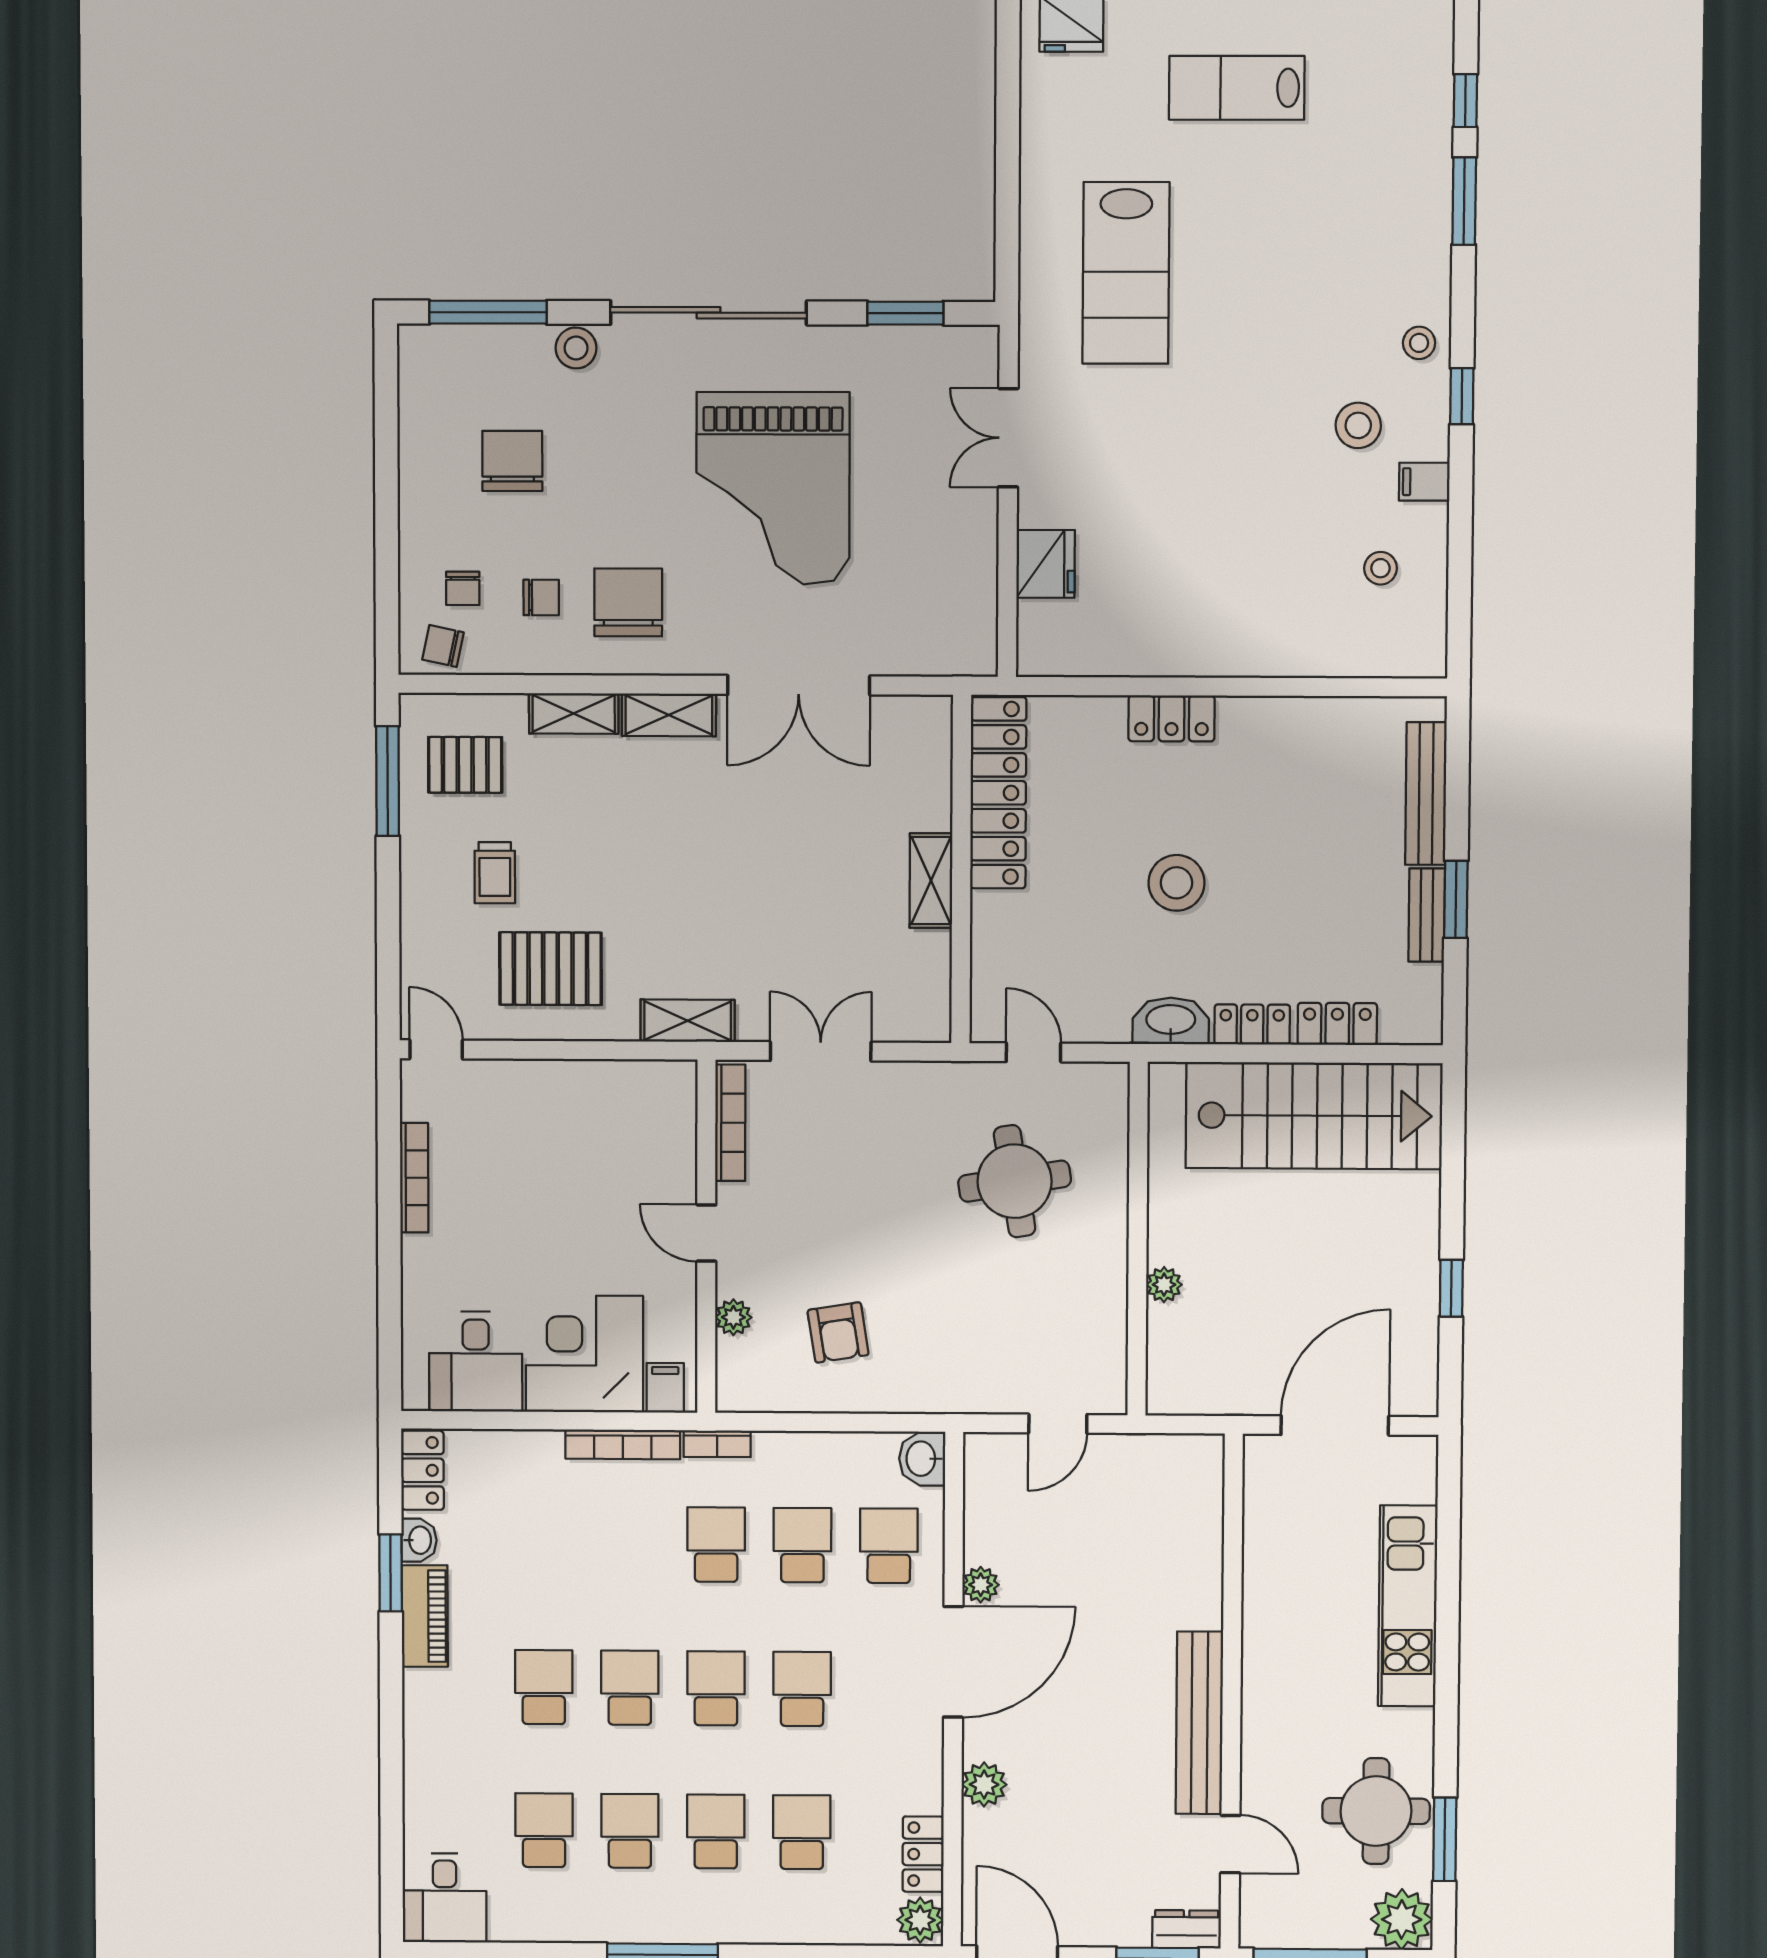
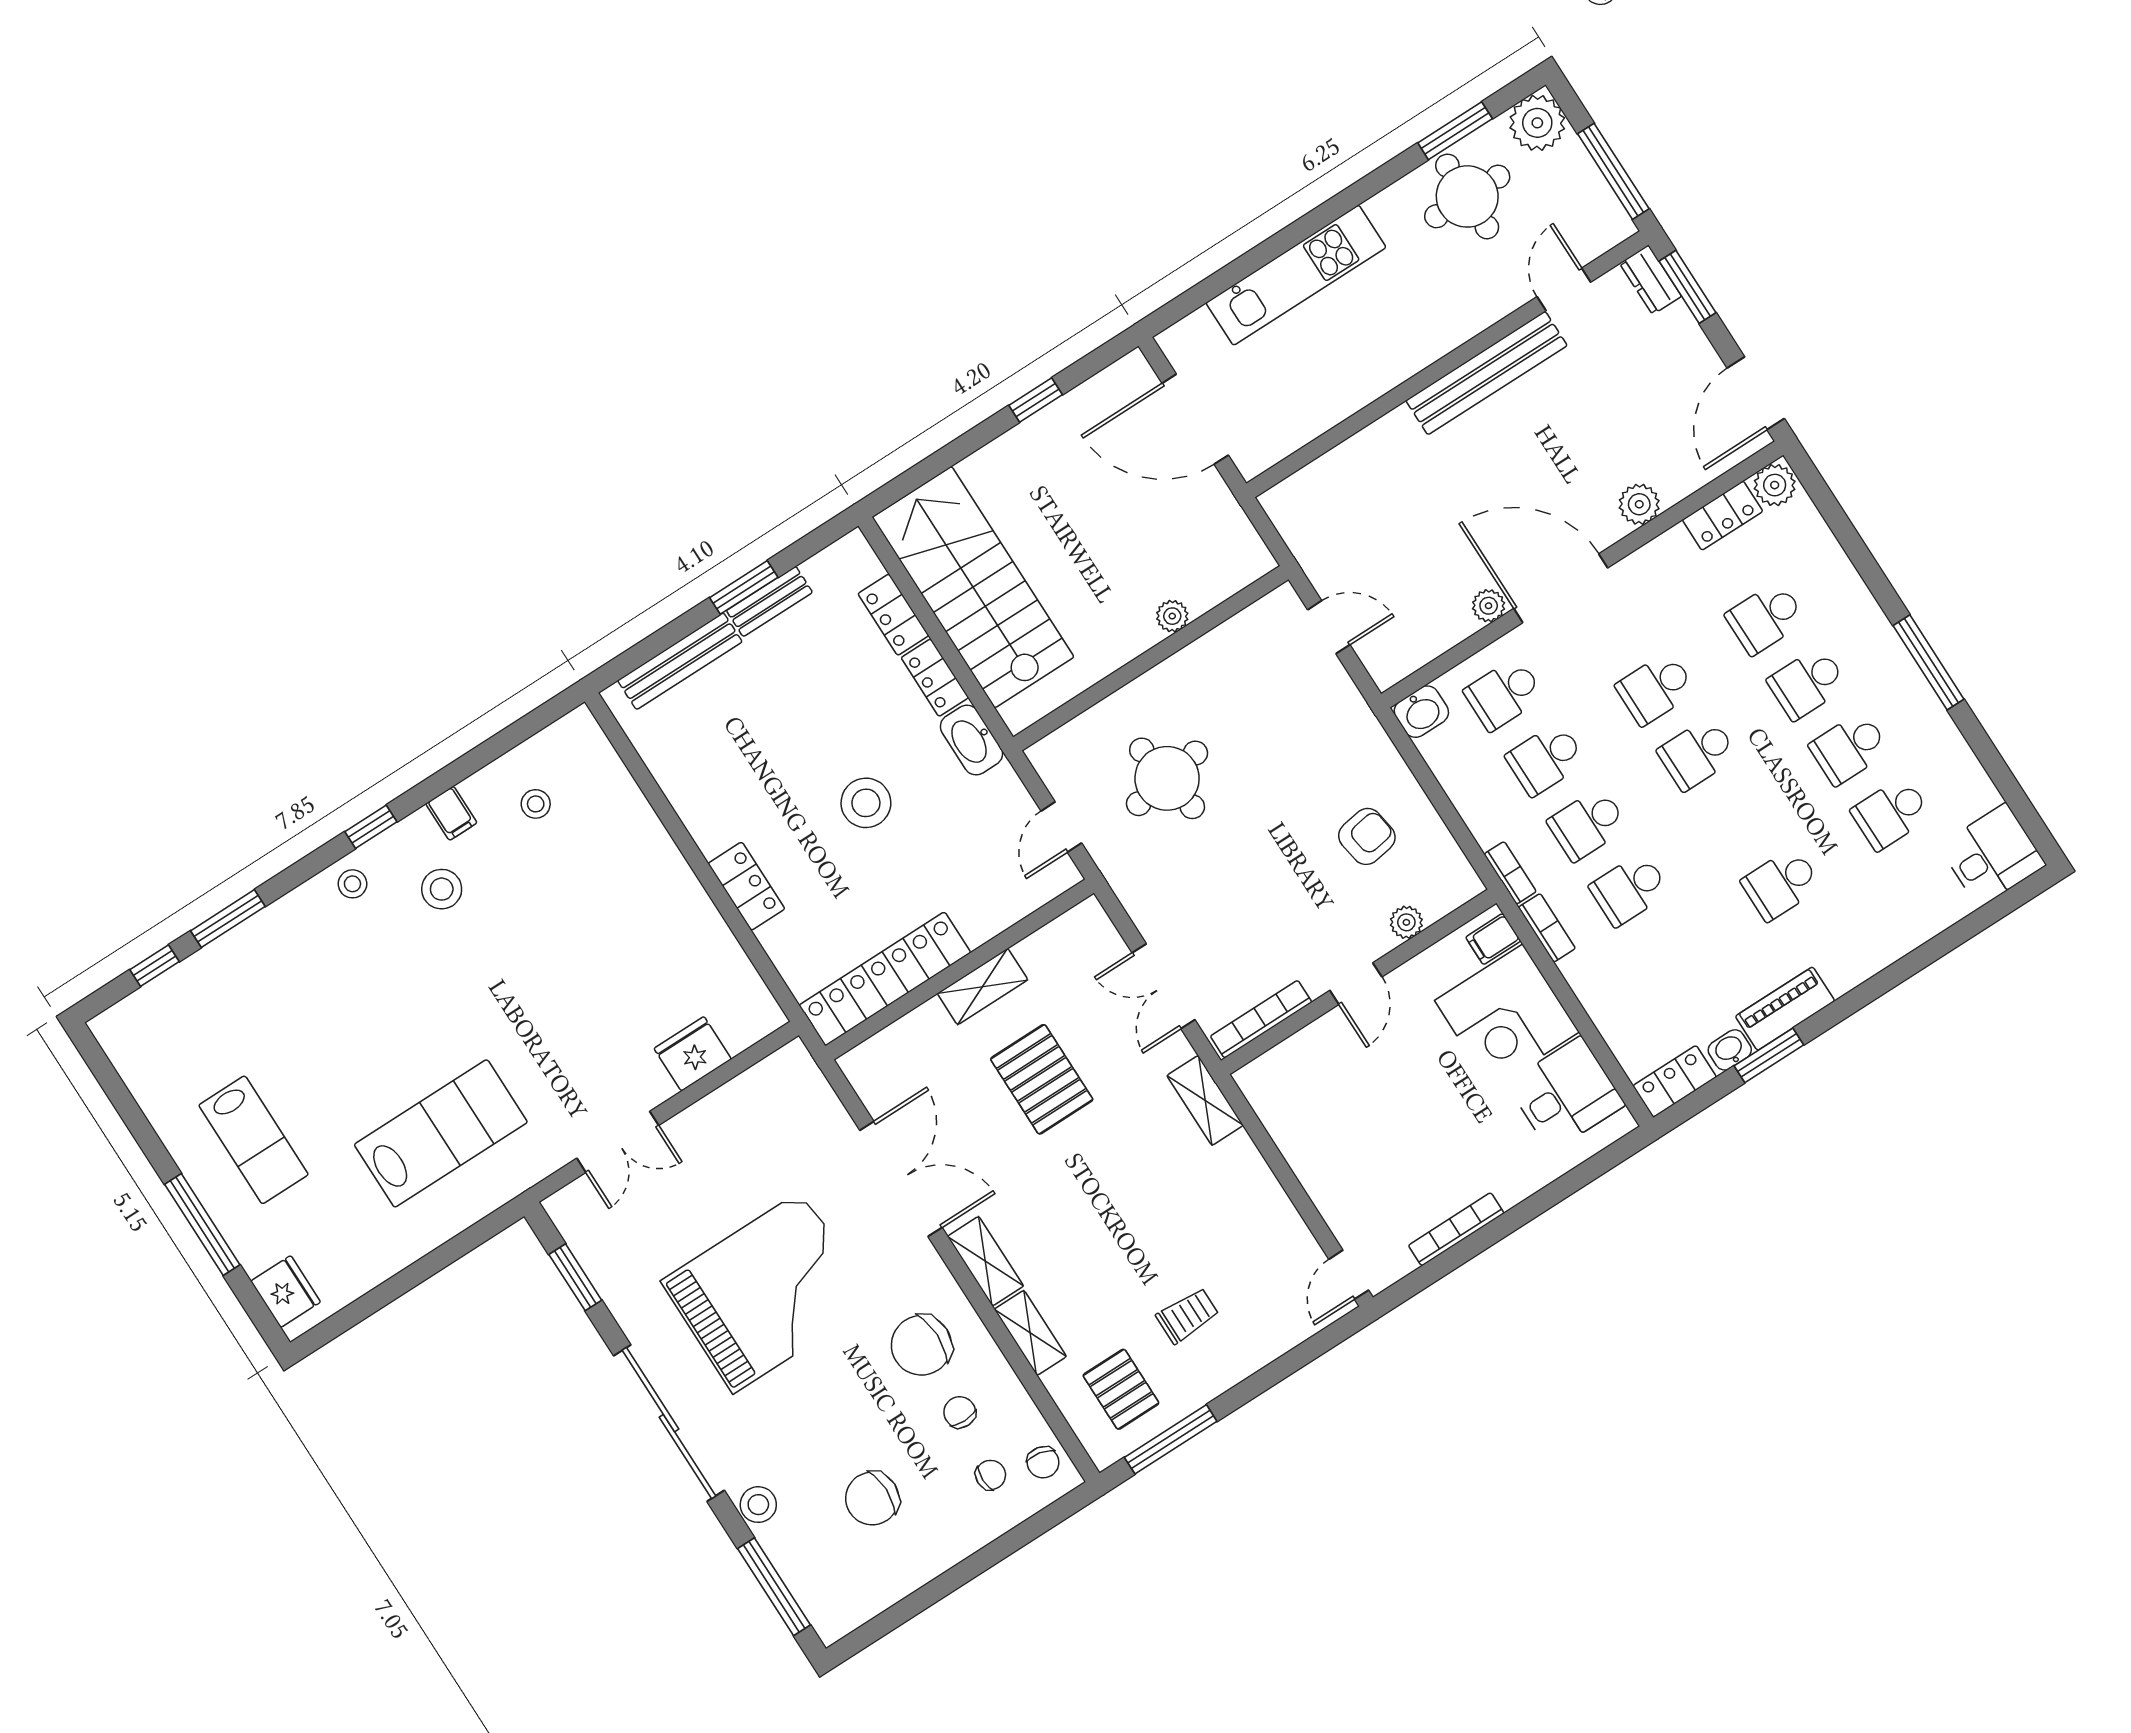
pallet: (551, 969) -> (1042, 1079), moved
bookcase: (623, 1444) -> (1547, 928), width x0.64
school desk: (630, 1688) -> (1629, 889), moved

